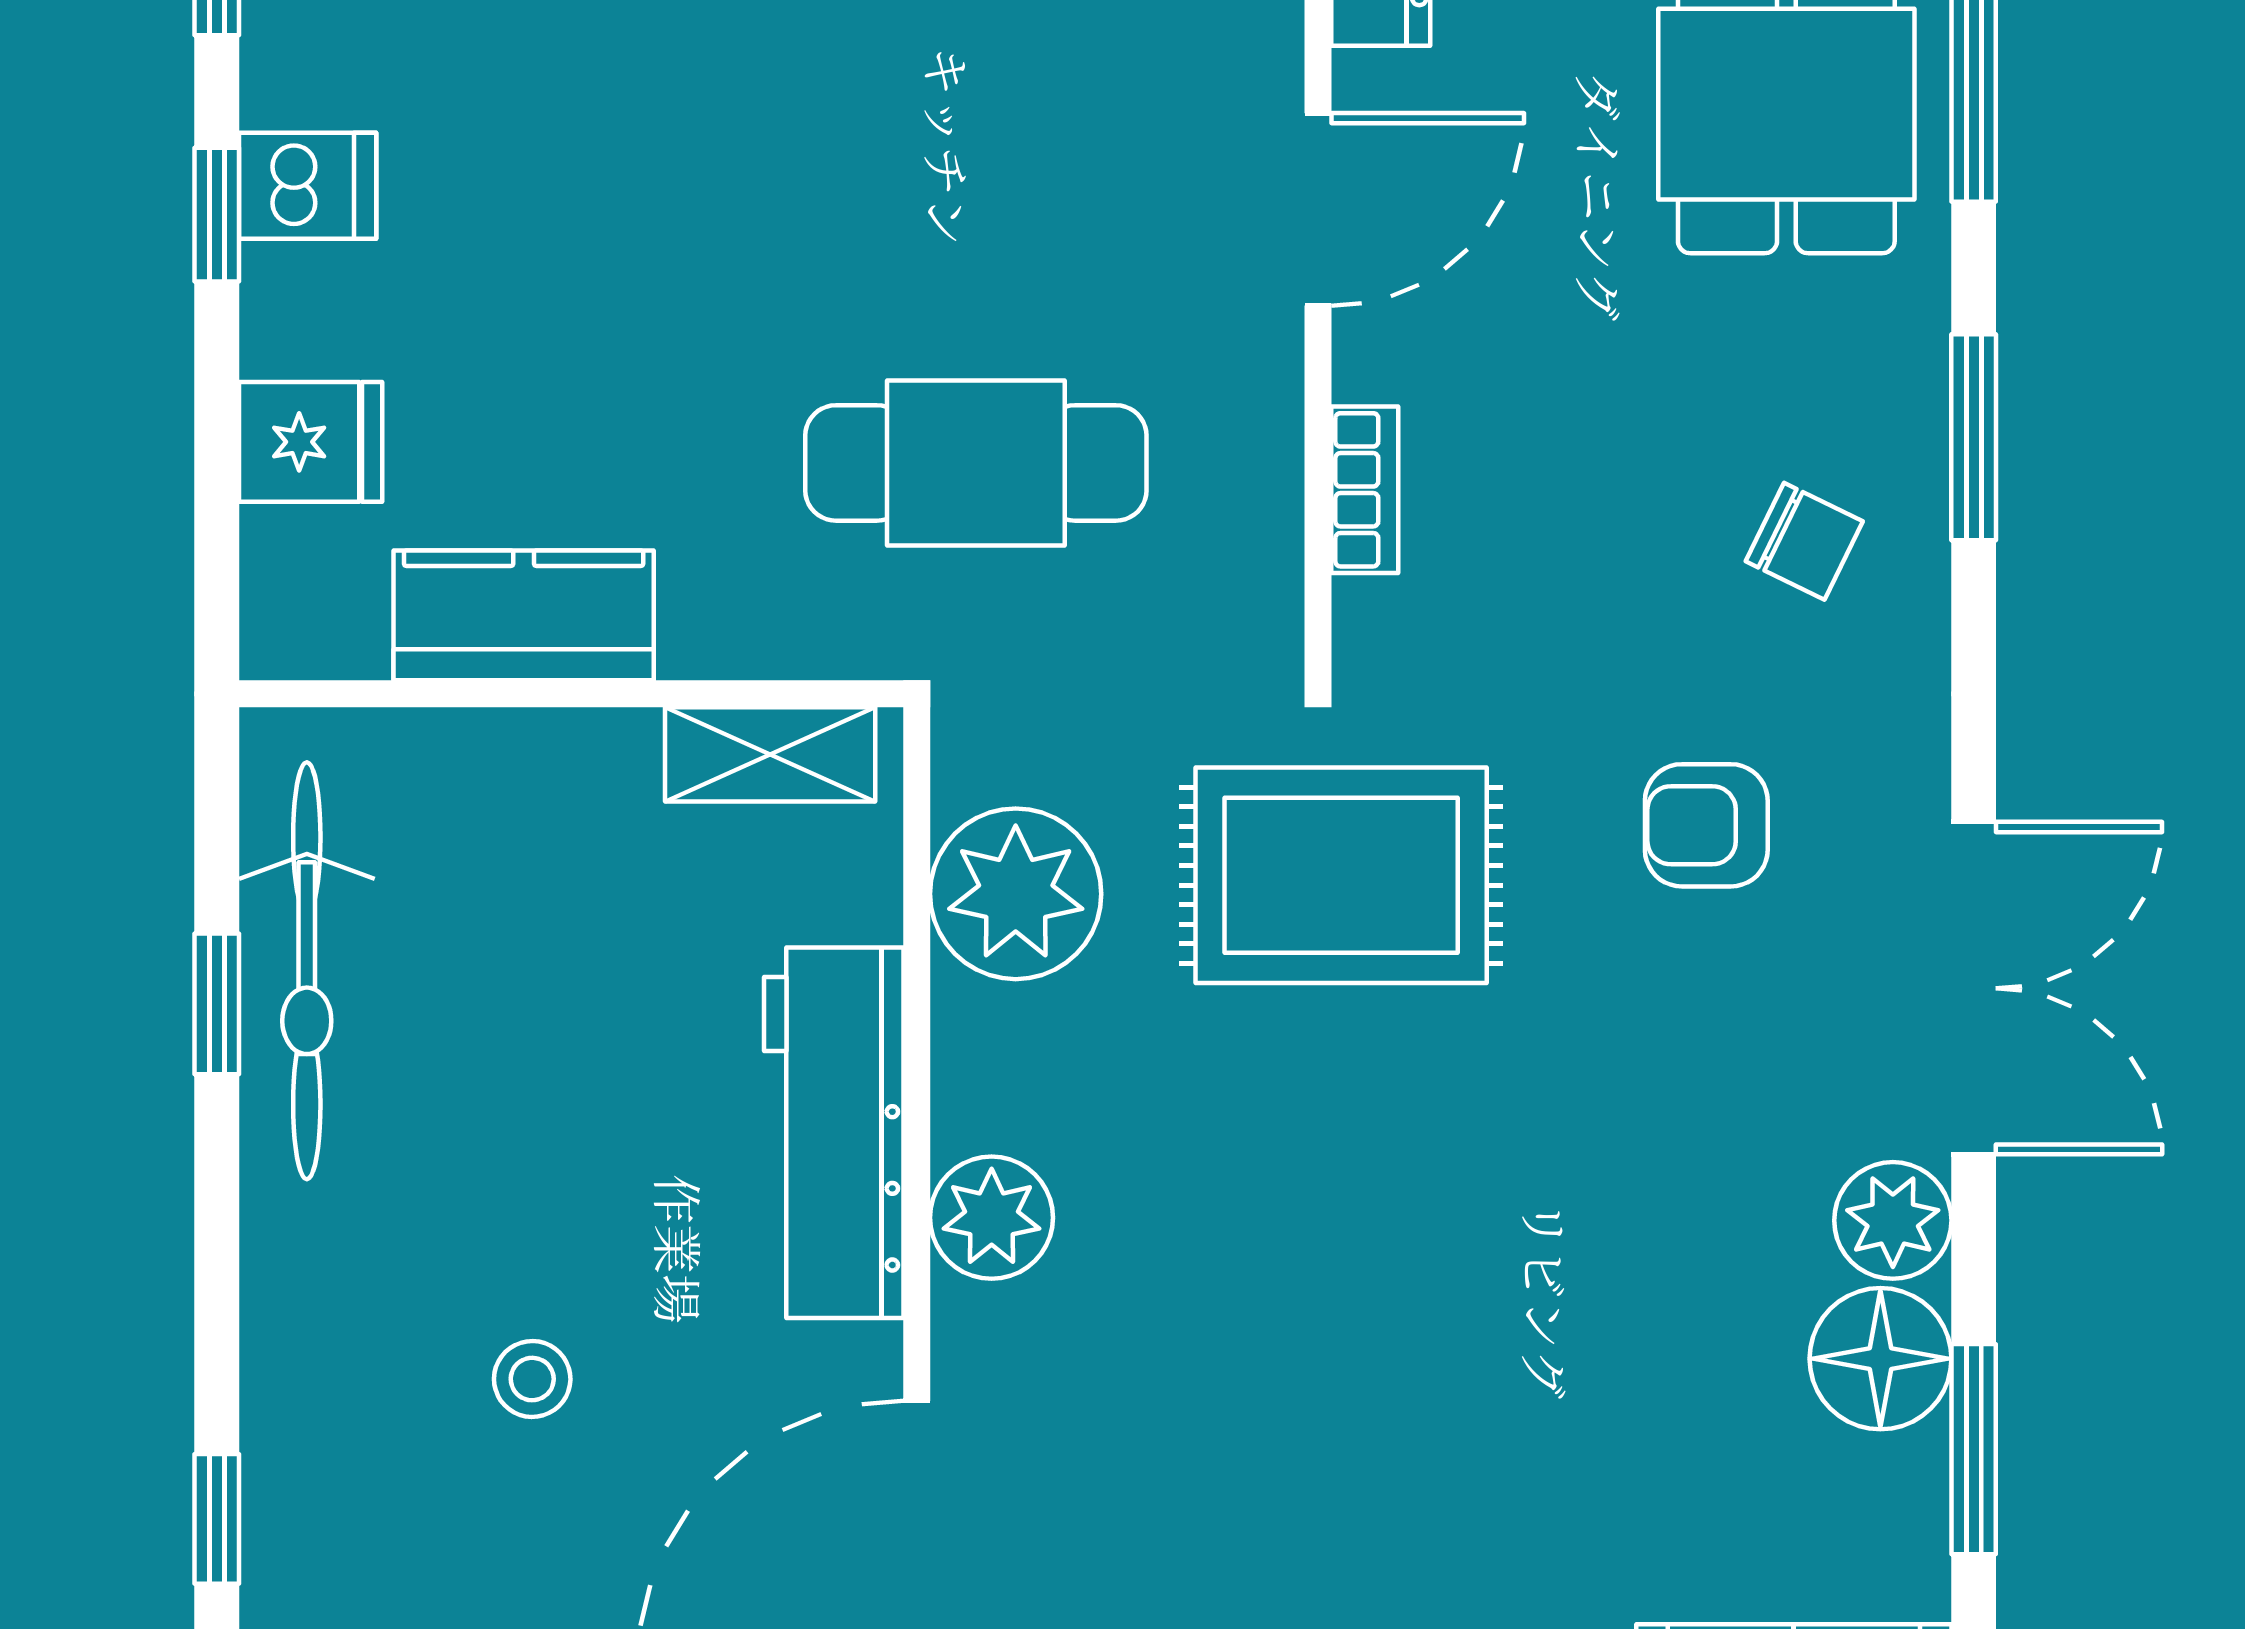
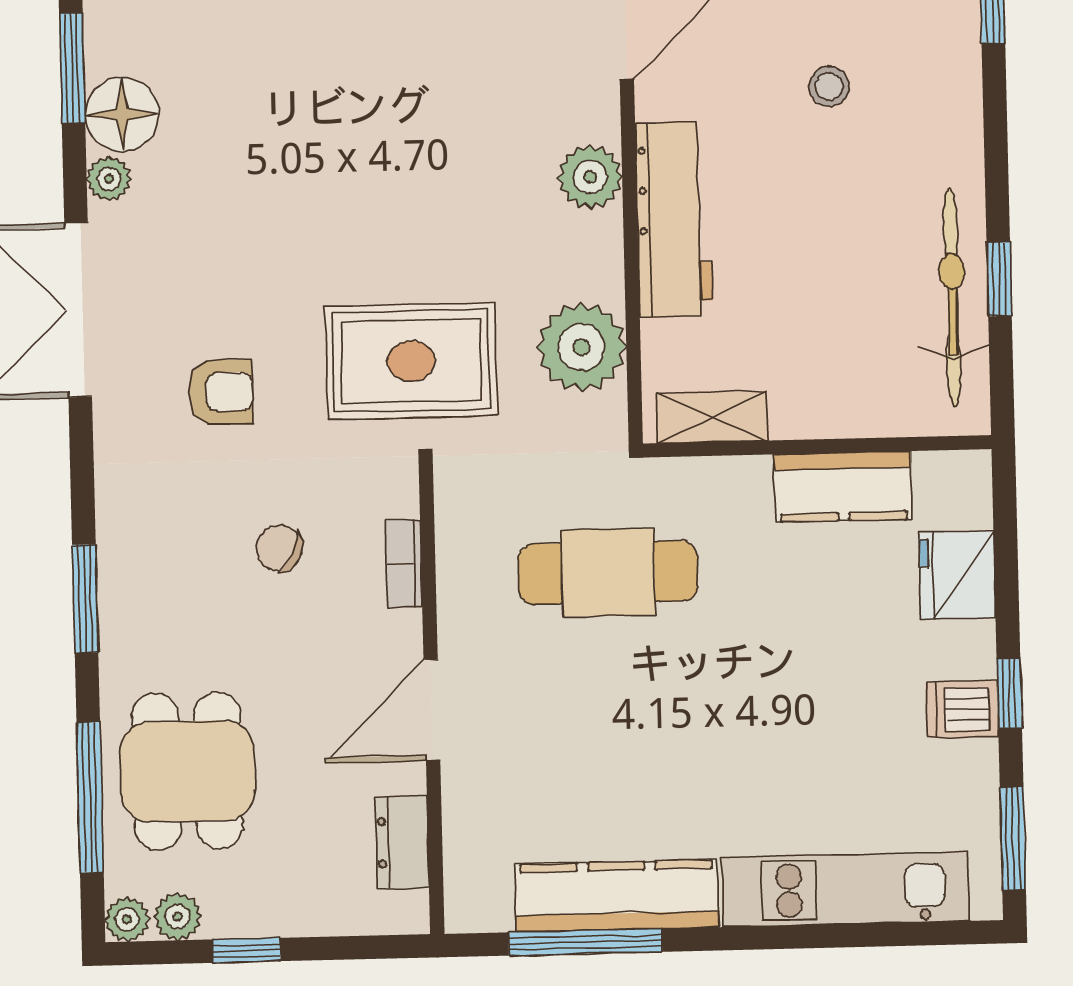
fridge: (311, 442) -> (957, 575), width x1.38
chair: (1804, 541) -> (279, 548), moved
plant: (1893, 1220) -> (109, 179), width x0.73, depth x0.73

